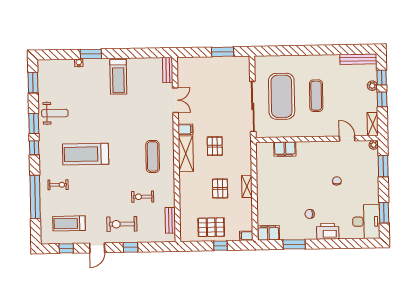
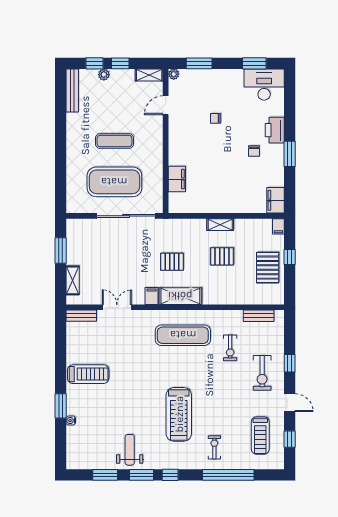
shelving: (197, 62) -> (73, 280), added
window: (33, 83) -> (105, 475), moved
exercise mat: (153, 156) -> (183, 335), width x1.36, depth x1.45
window: (294, 244) -> (290, 154), moved

